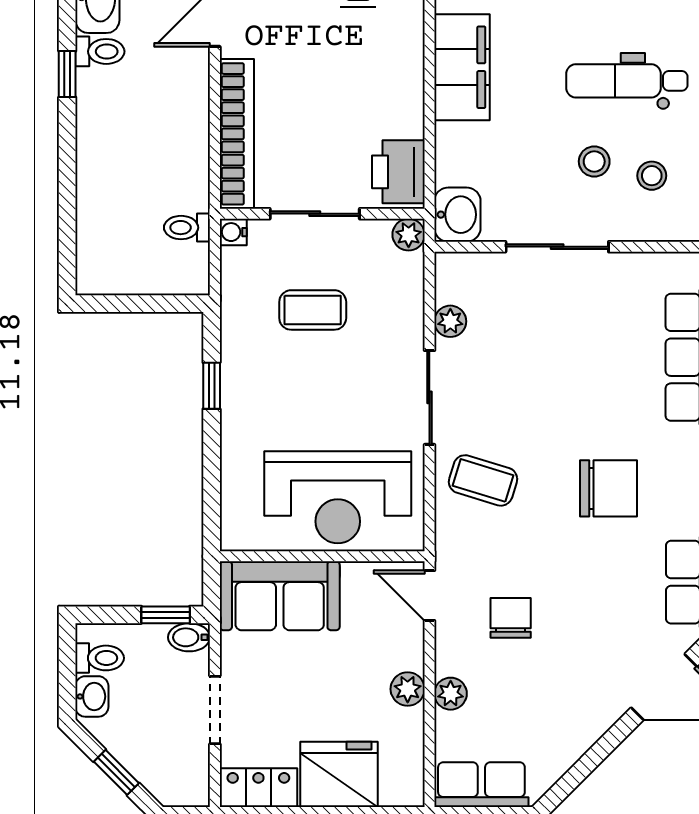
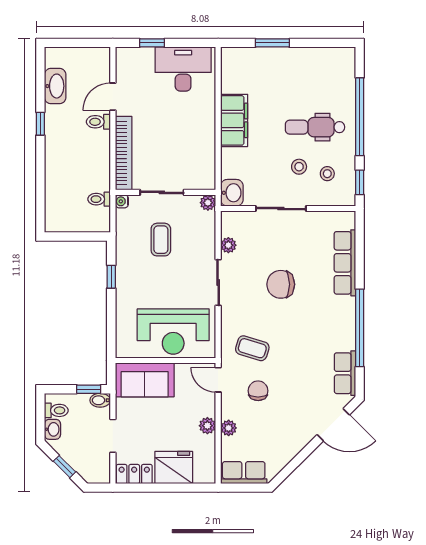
toilet: (100, 51) -> (98, 122), moved, turned 180
printer: (398, 172) -> (203, 172), removed
coffee table: (313, 310) -> (161, 240), turned 90
coffee table: (483, 480) -> (252, 348), moved
chair: (608, 488) -> (281, 284), moved, turned 180

